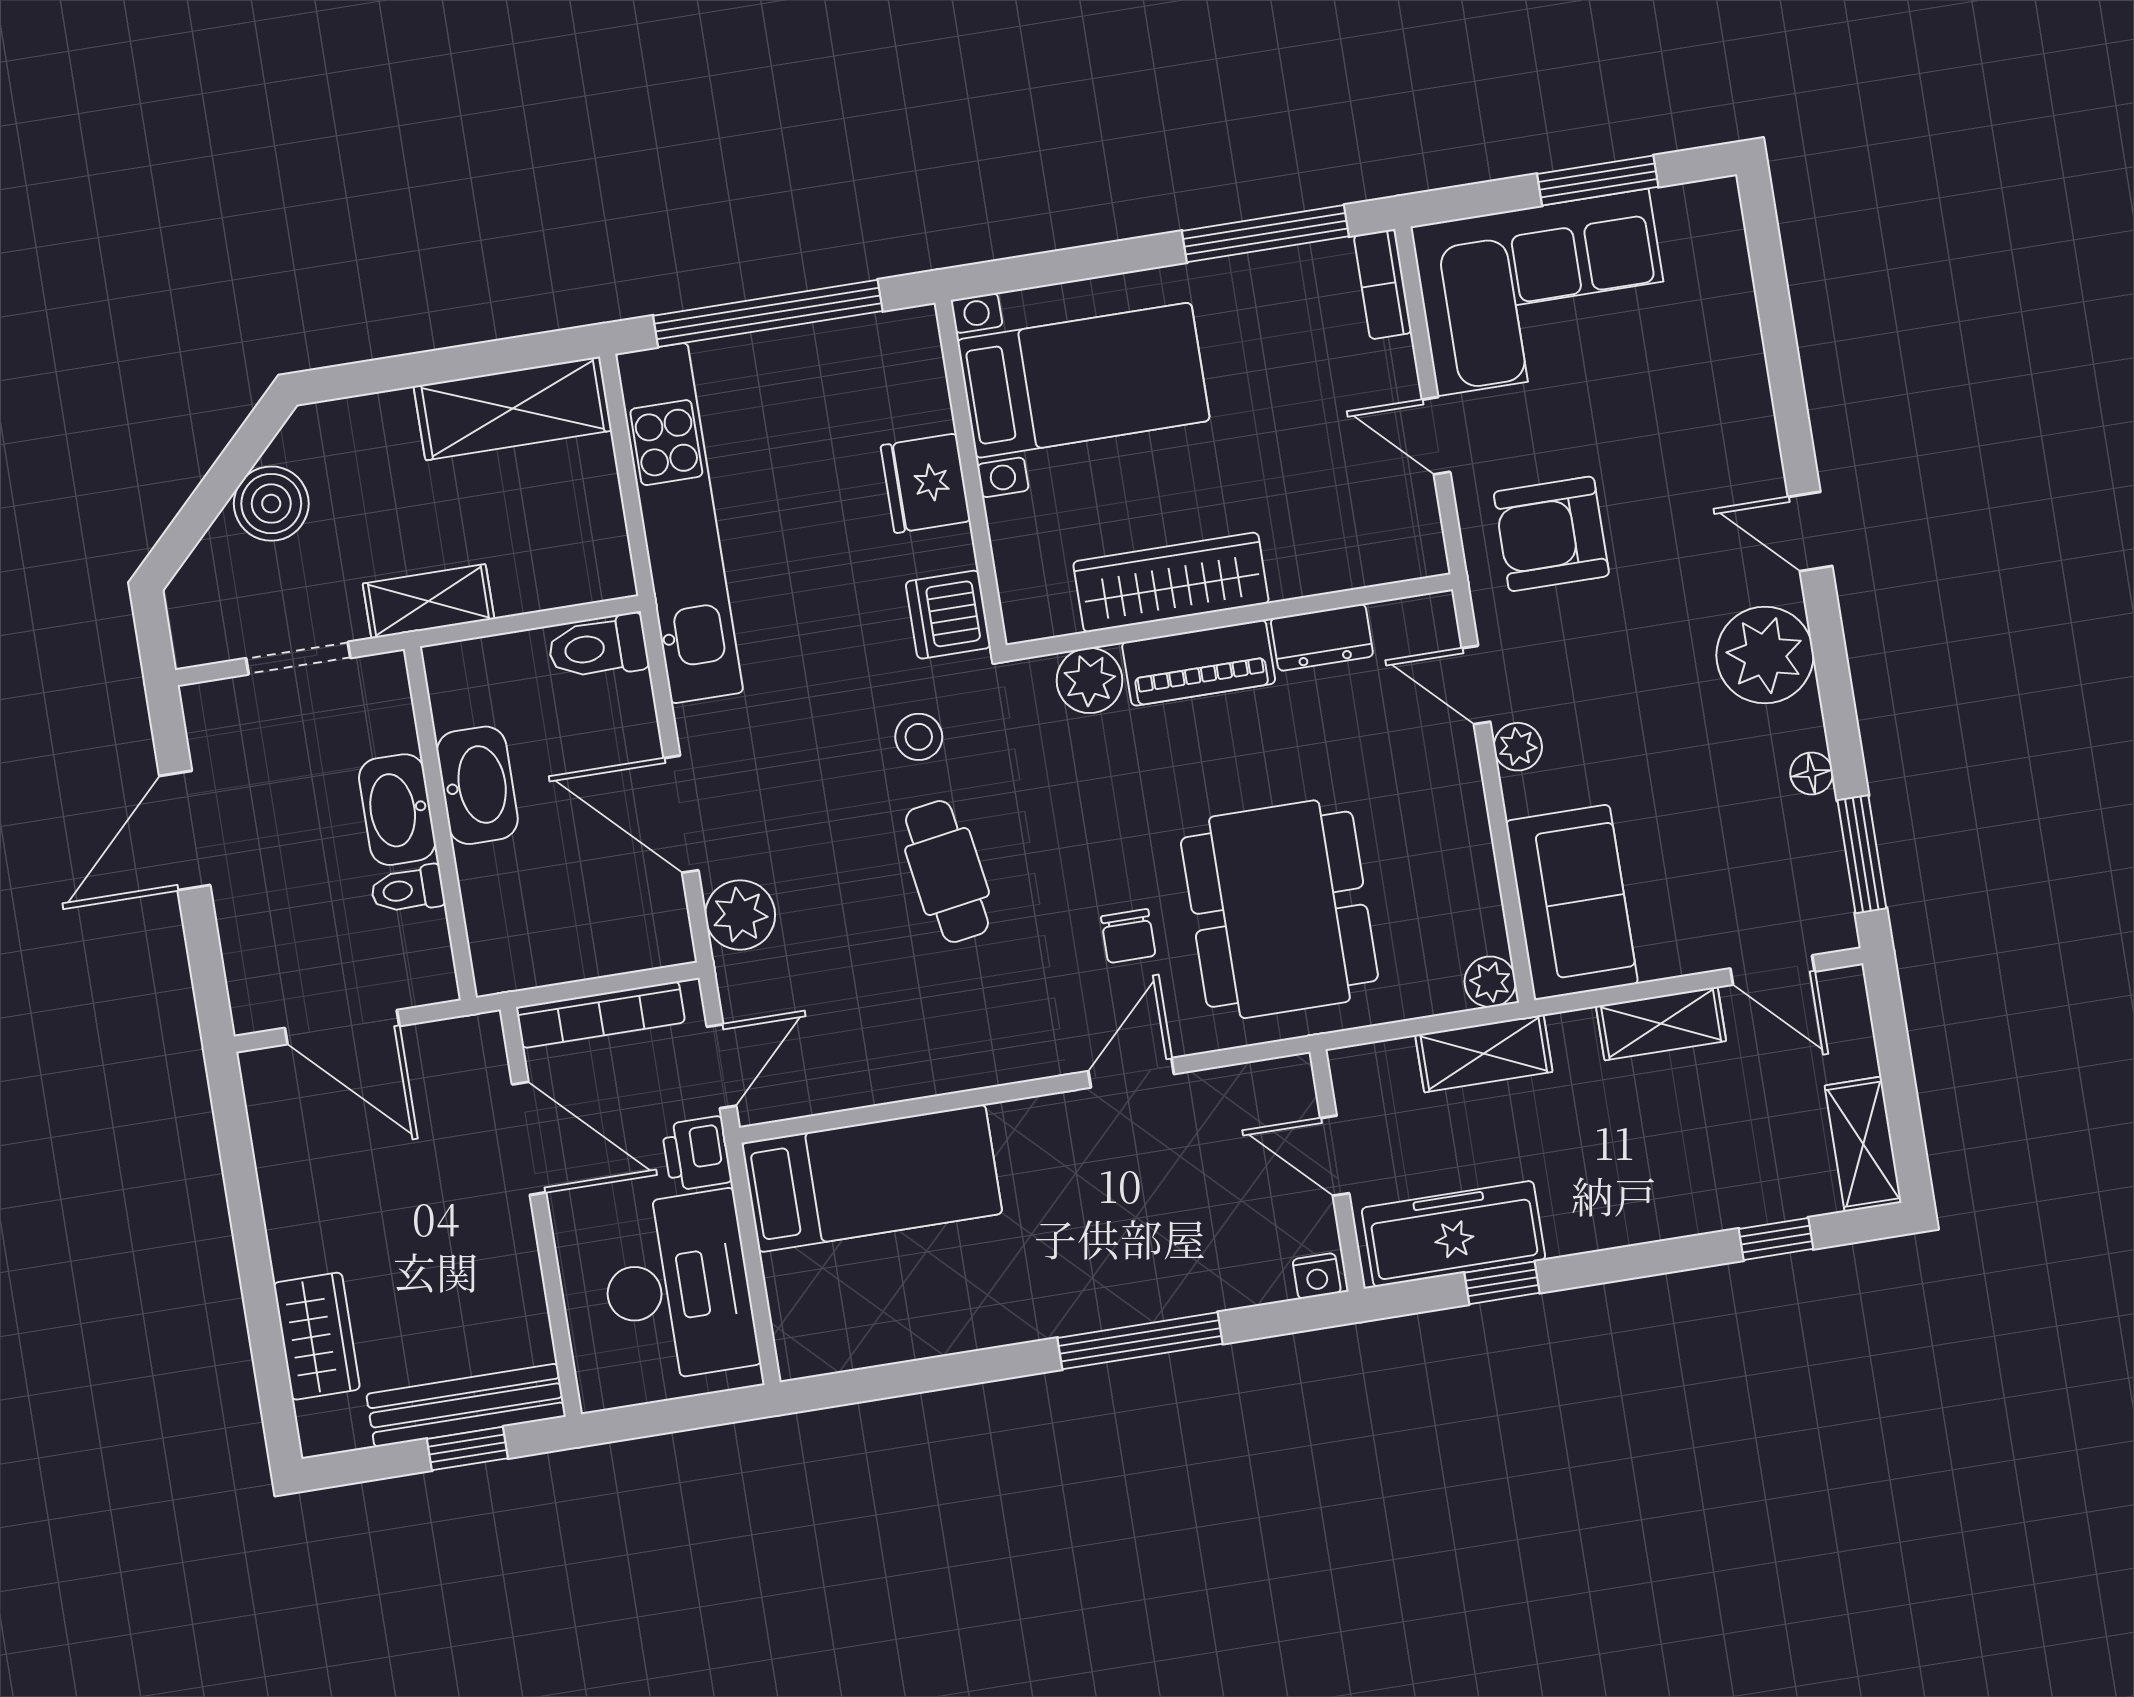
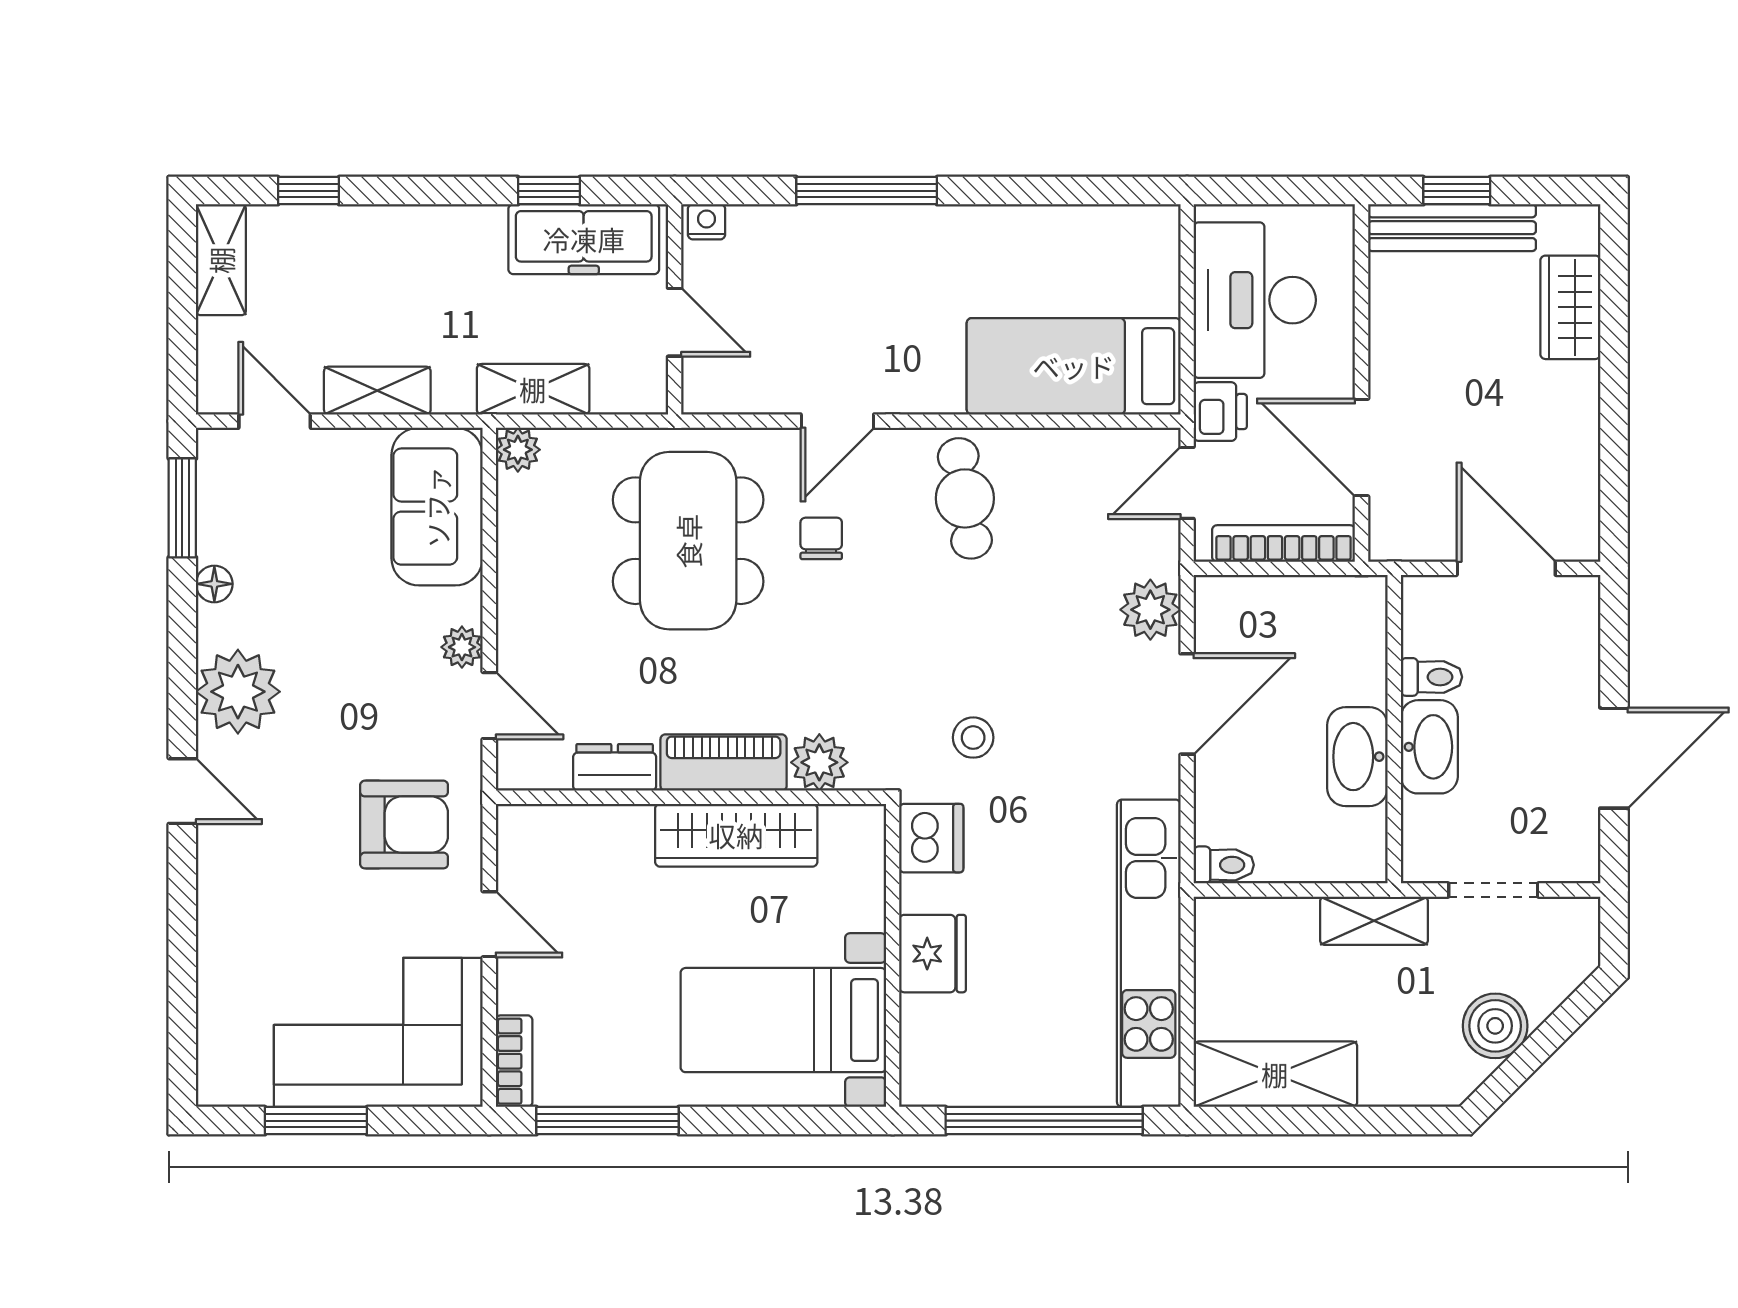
toilet: (598, 647) -> (1224, 865), width x0.73, depth x0.72
door: (681, 814) -> (1187, 704), hinge flipped
cafe table: (947, 872) -> (965, 498), moved

